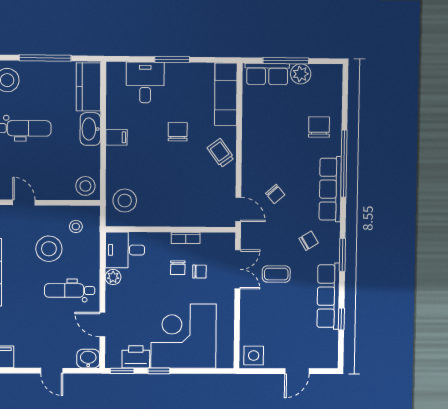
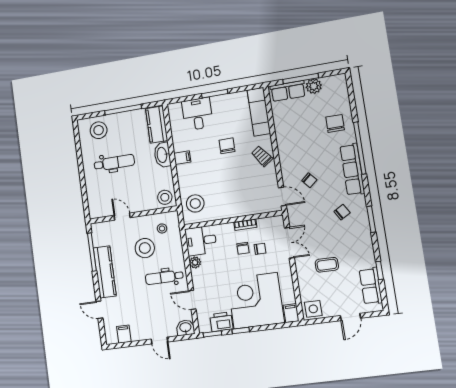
coffee table: (276, 274) -> (327, 265), moved
row of seats: (328, 296) -> (371, 286), moved, width x0.68
filing cabinet: (226, 357) -> (291, 313), added

